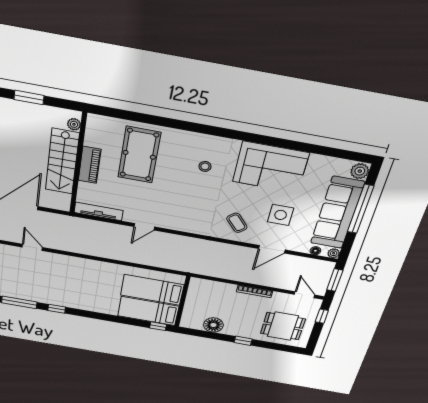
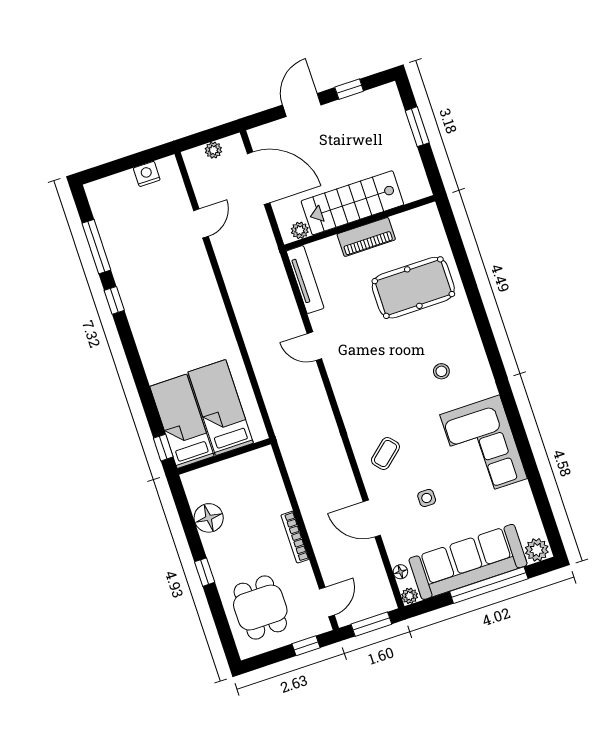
plant: (74, 124) -> (300, 230), moved
side table: (281, 215) -> (427, 498), width x0.54, depth x0.54

